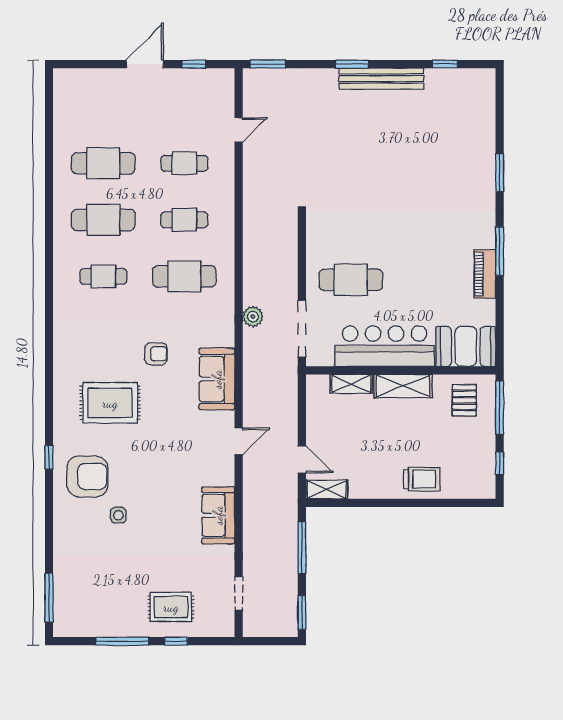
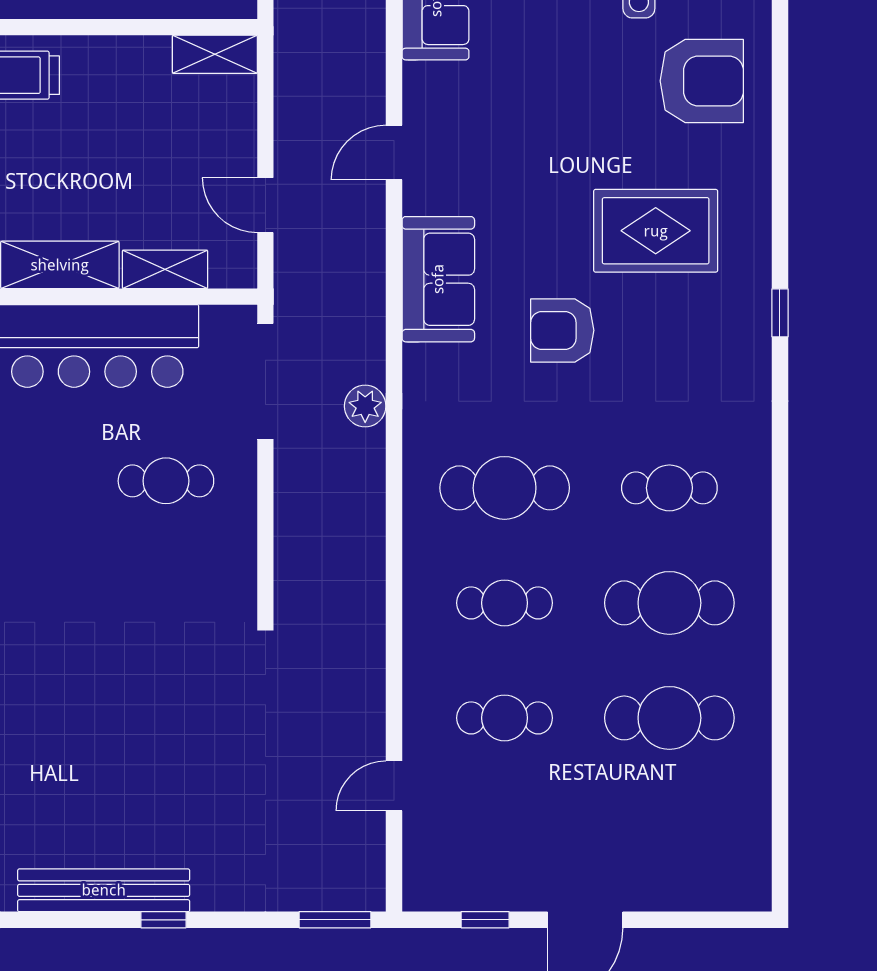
window: (352, 64) -> (163, 920), width x0.67
cafe table: (351, 280) -> (166, 481), width x0.73, depth x0.74
armchair: (156, 354) -> (562, 330), width x1.38, depth x1.38
window: (49, 457) -> (780, 313), moved
door: (302, 459) -> (265, 205), moved
armchair: (87, 476) -> (702, 81), turned 180

